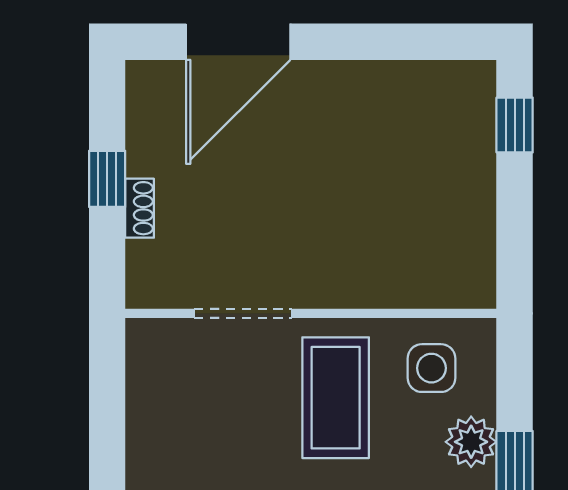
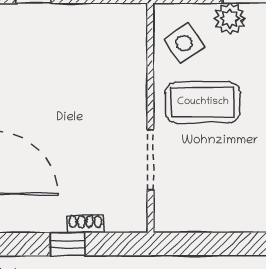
side table: (431, 368) -> (184, 43), turned -34

